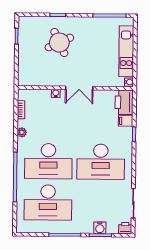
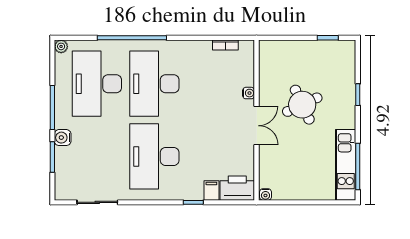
round table: (59, 43) -> (302, 105), moved
kitchen unit: (126, 51) -> (346, 165), moved, turned -90
double door: (79, 88) -> (257, 126), swing flipped
plant: (22, 132) -> (61, 46), moved
water cooler: (100, 228) -> (63, 138), moved
printer: (125, 228) -> (63, 191), removed

